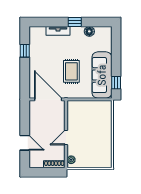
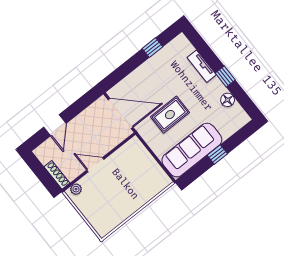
window: (116, 83) -> (217, 155), moved
door: (48, 99) -> (121, 113), hinge flipped

